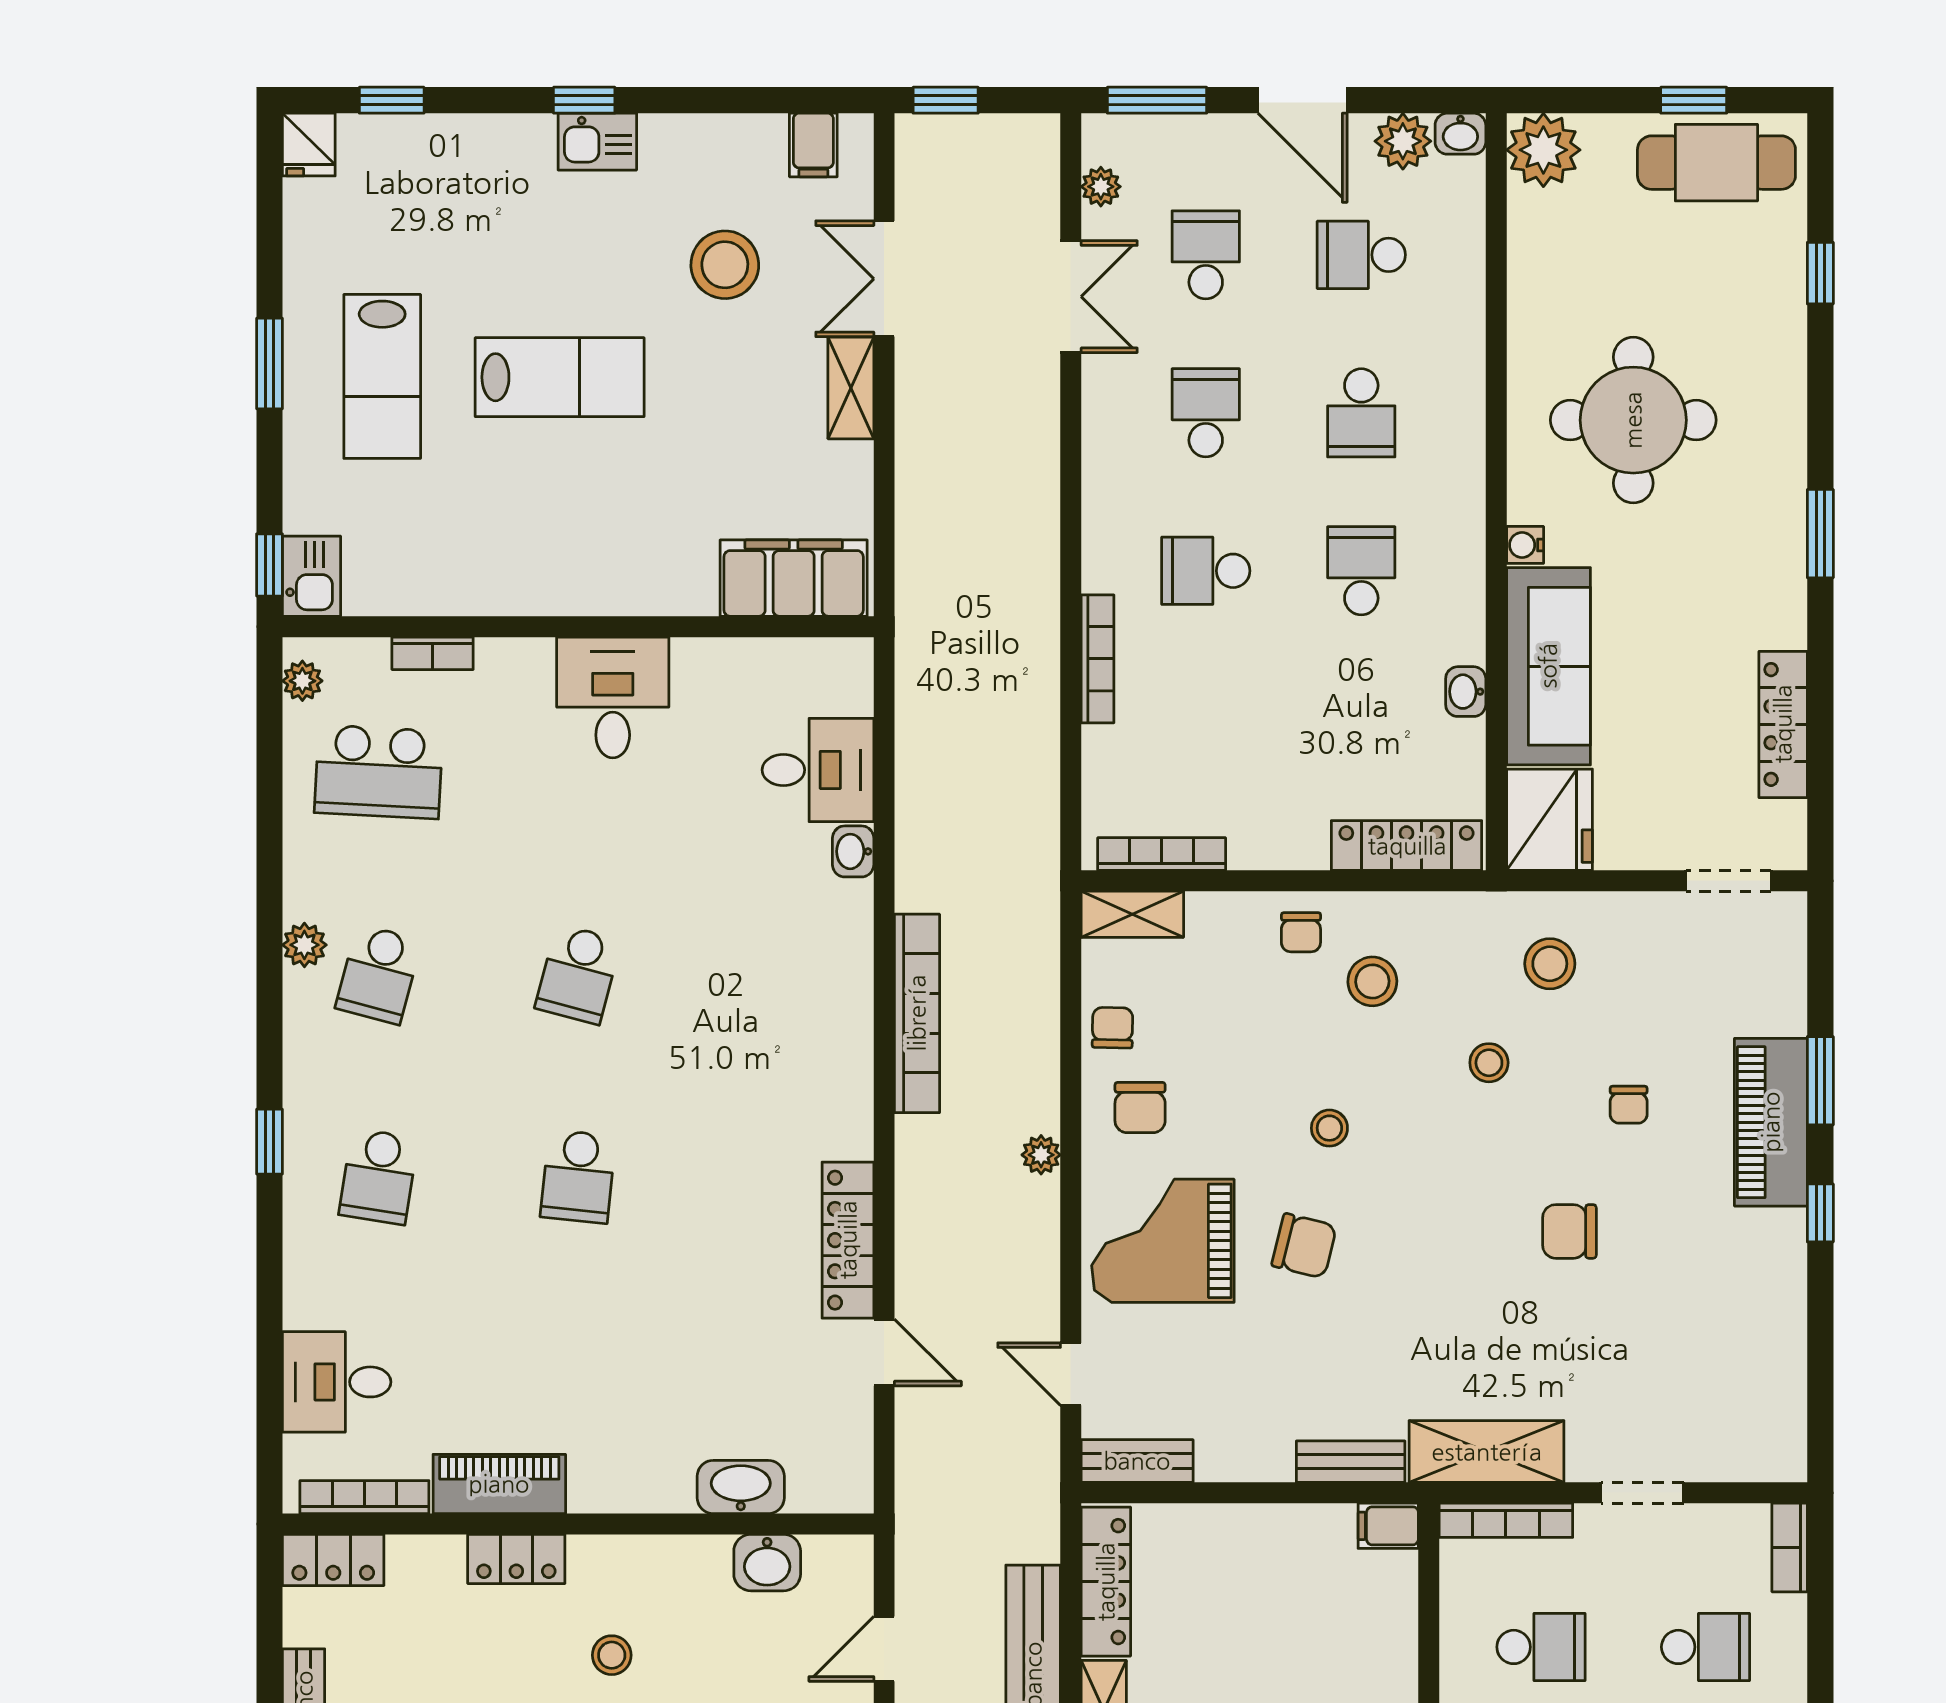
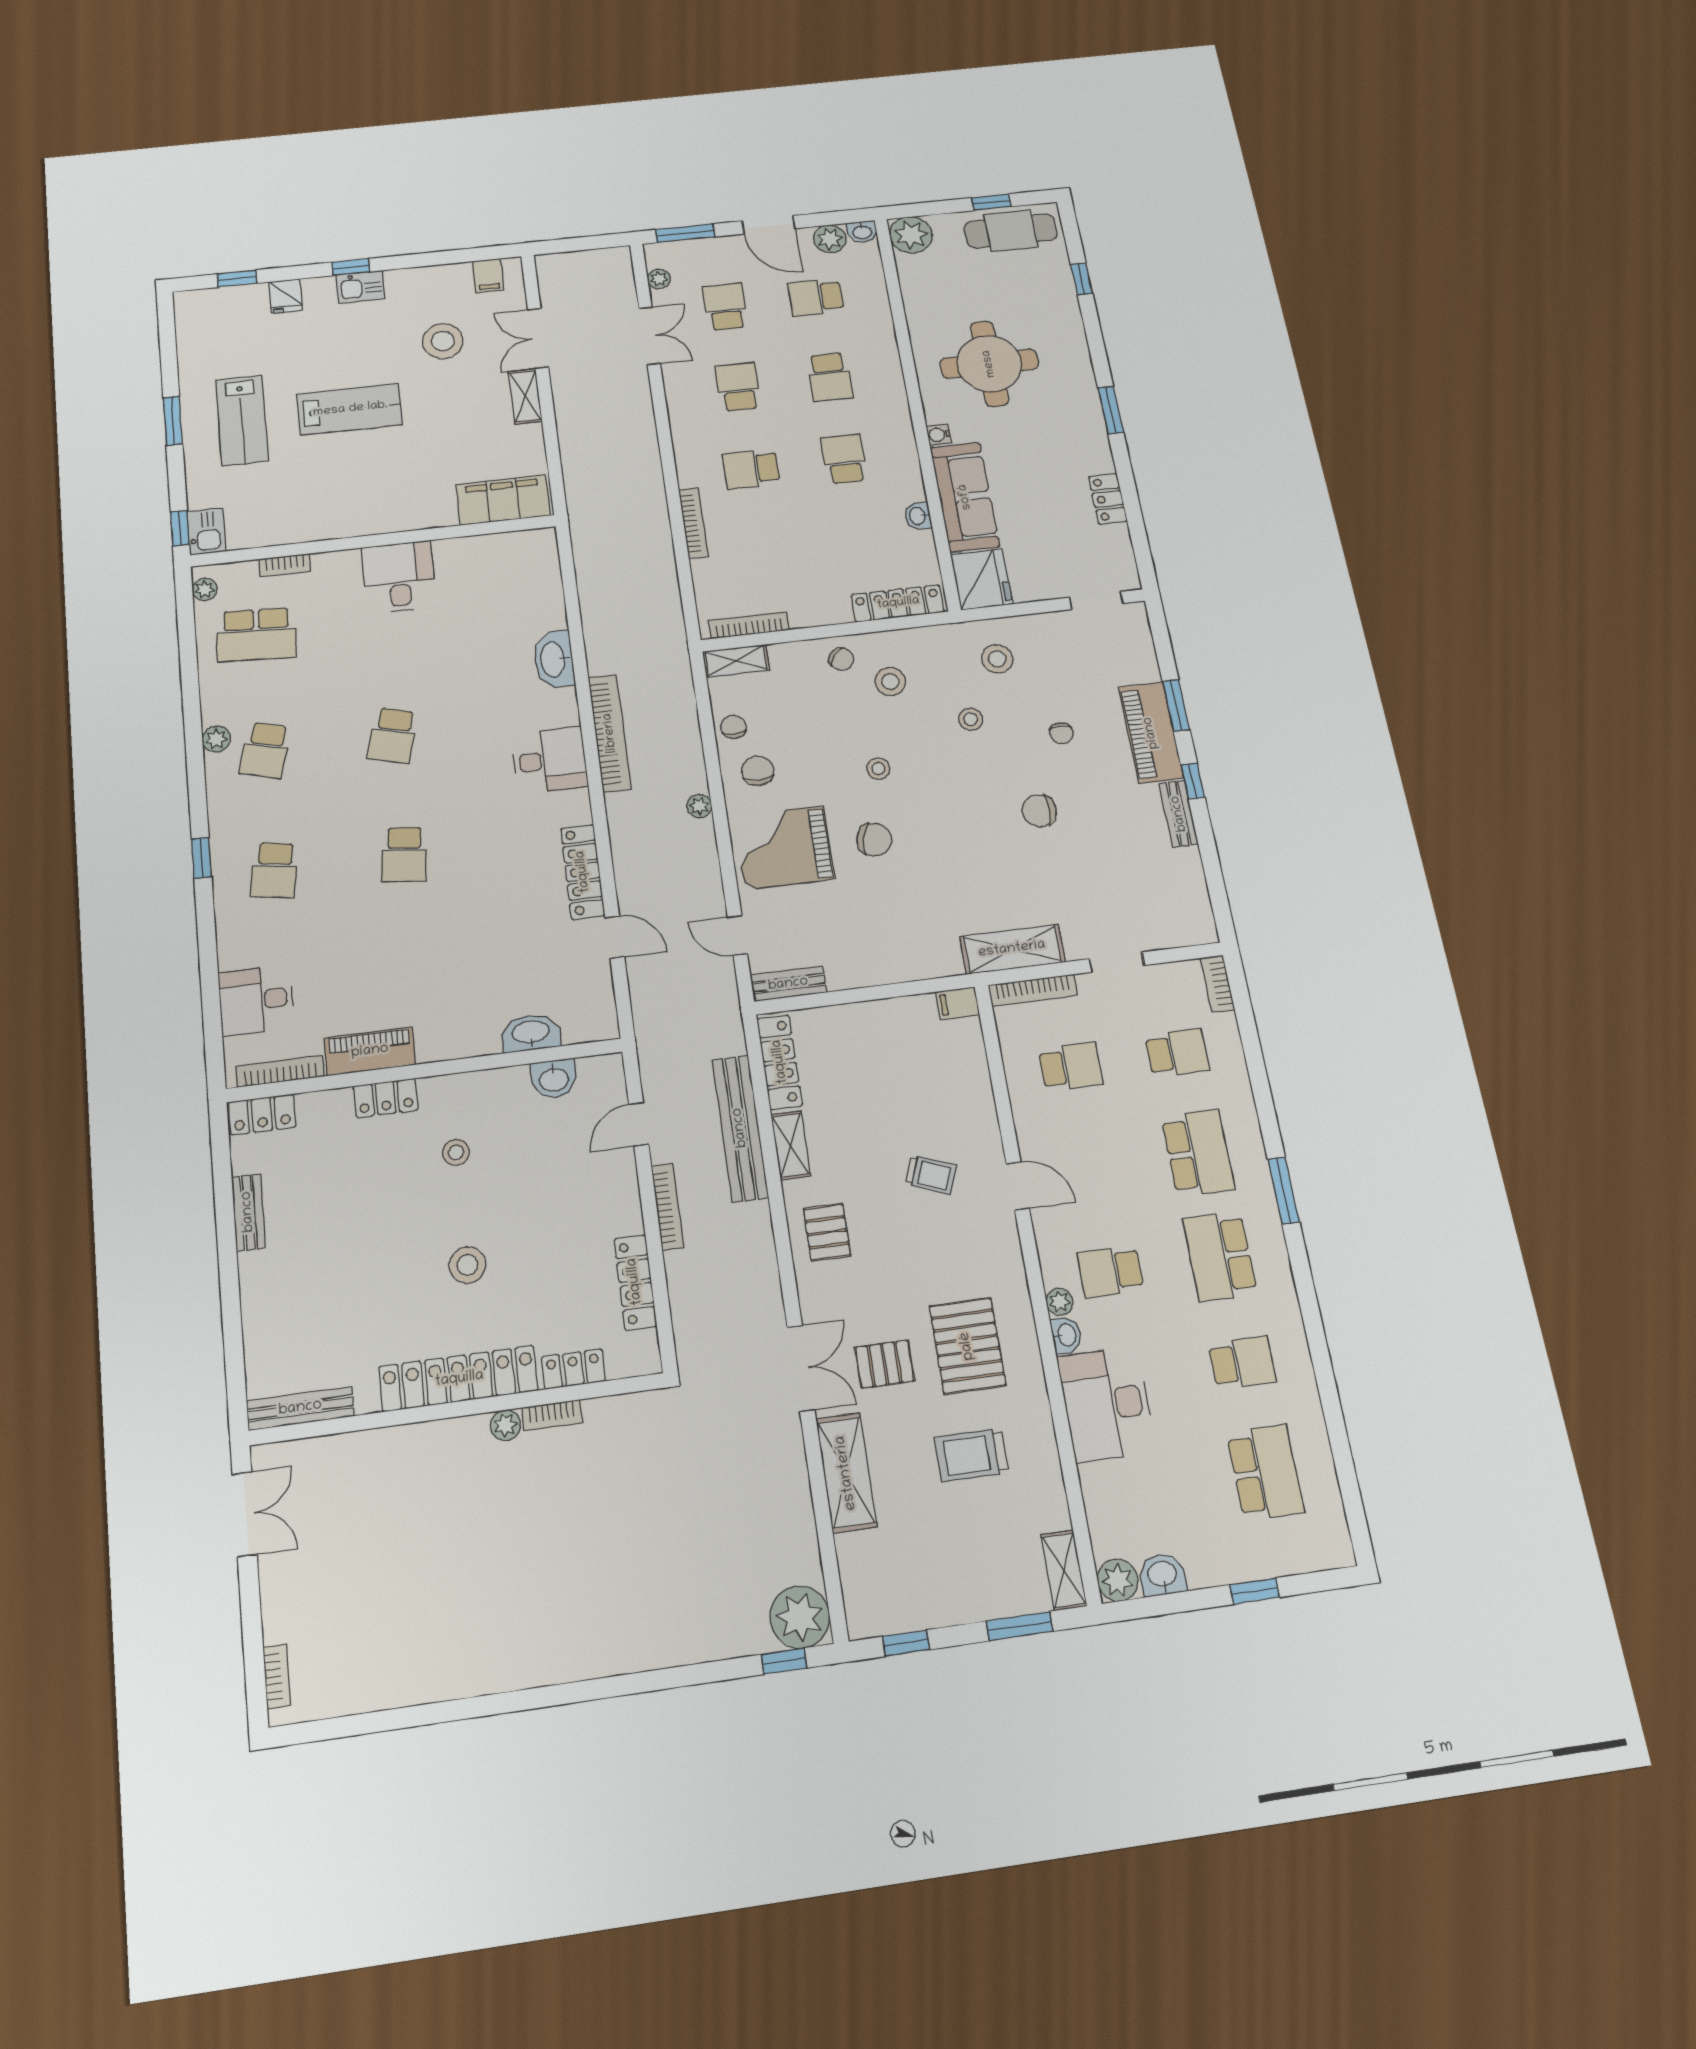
window: (946, 100) -> (562, 246), removed
fridge: (309, 145) -> (285, 296), moved
locker: (1783, 724) -> (1108, 499), width x0.66
desk: (818, 770) -> (550, 760), moved
washbasin: (853, 851) -> (554, 659), width x1.91, depth x1.45
chair: (1301, 932) -> (842, 659), turned -52
chair: (1140, 1107) -> (758, 771), turned 180
bench: (1351, 1462) -> (1179, 814), moved, turned 90

